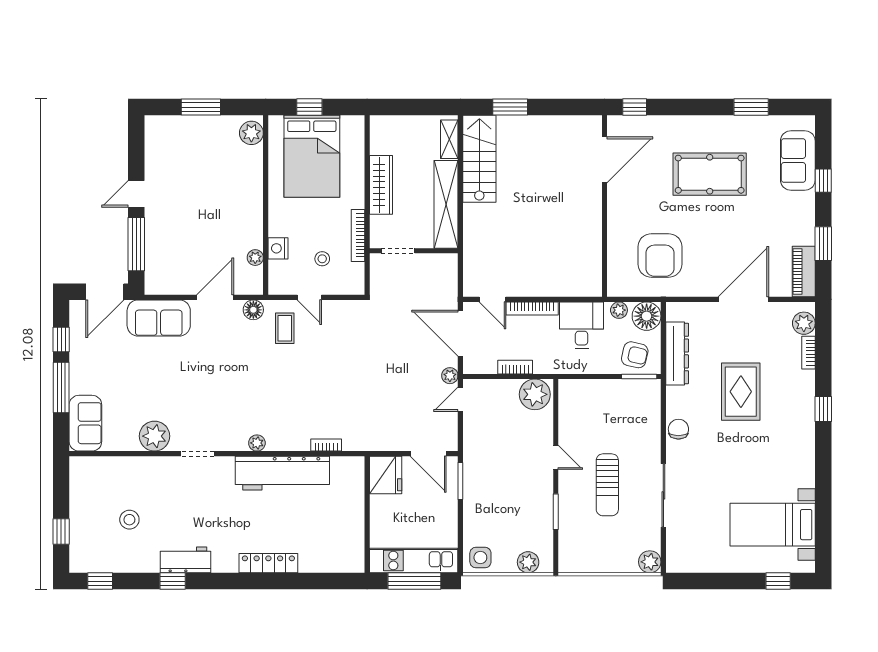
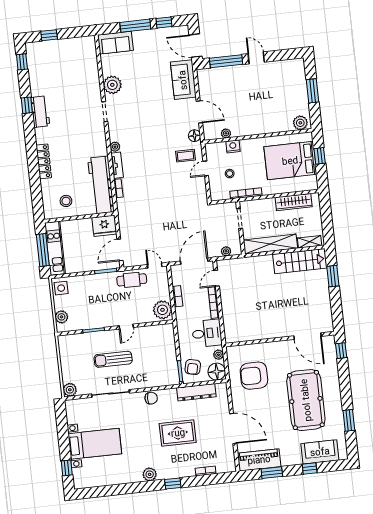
pool table: (710, 174) -> (306, 400), width x1.36, depth x1.32
wardrobe: (381, 185) -> (294, 202), moved
piano: (804, 272) -> (259, 460), width x1.37, depth x1.33
plant: (804, 323) -> (150, 474), moved
plant: (450, 376) -> (226, 251), moved
cafe table: (480, 440) -> (132, 280), added
tv unit: (288, 443) -> (117, 165), added
workbench: (282, 473) -> (101, 185), moved
stool: (129, 520) -> (66, 201), moved
bed with nightstands: (773, 525) -> (95, 444), moved, turned 90

